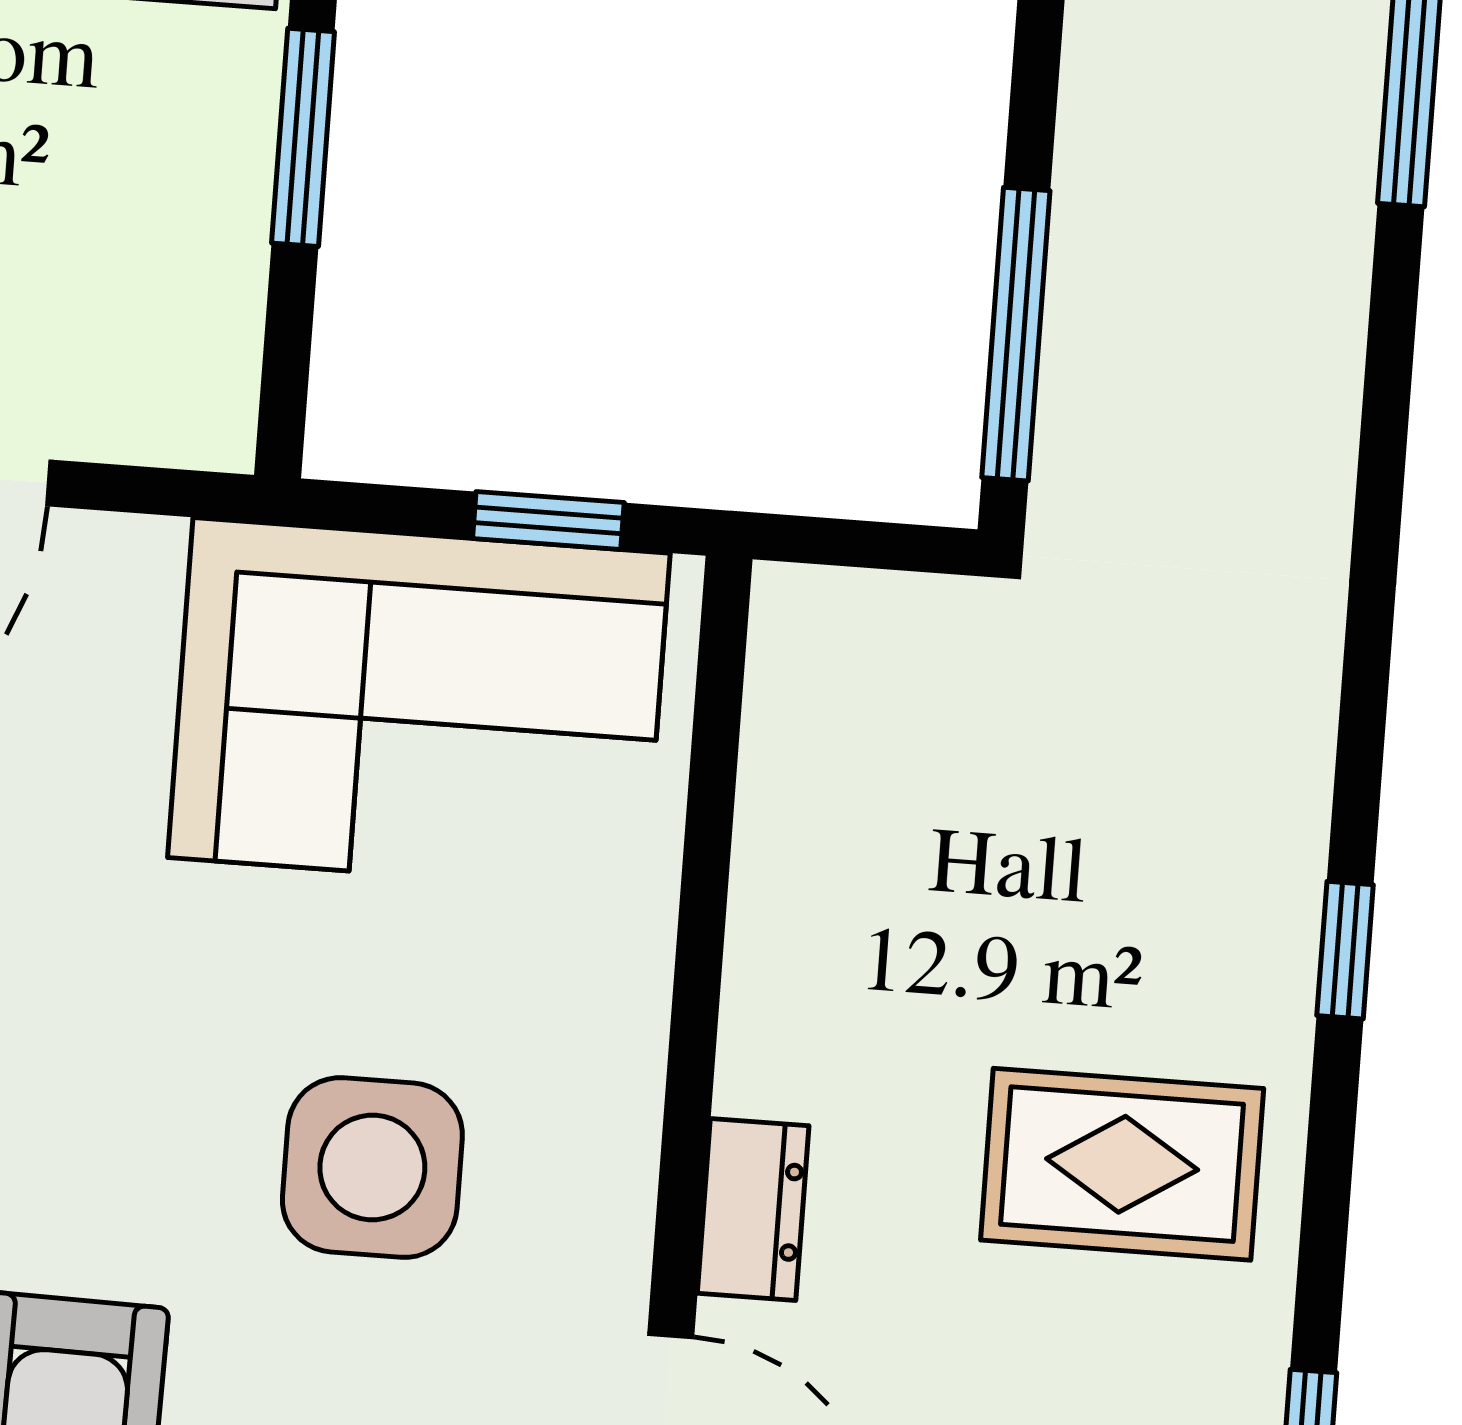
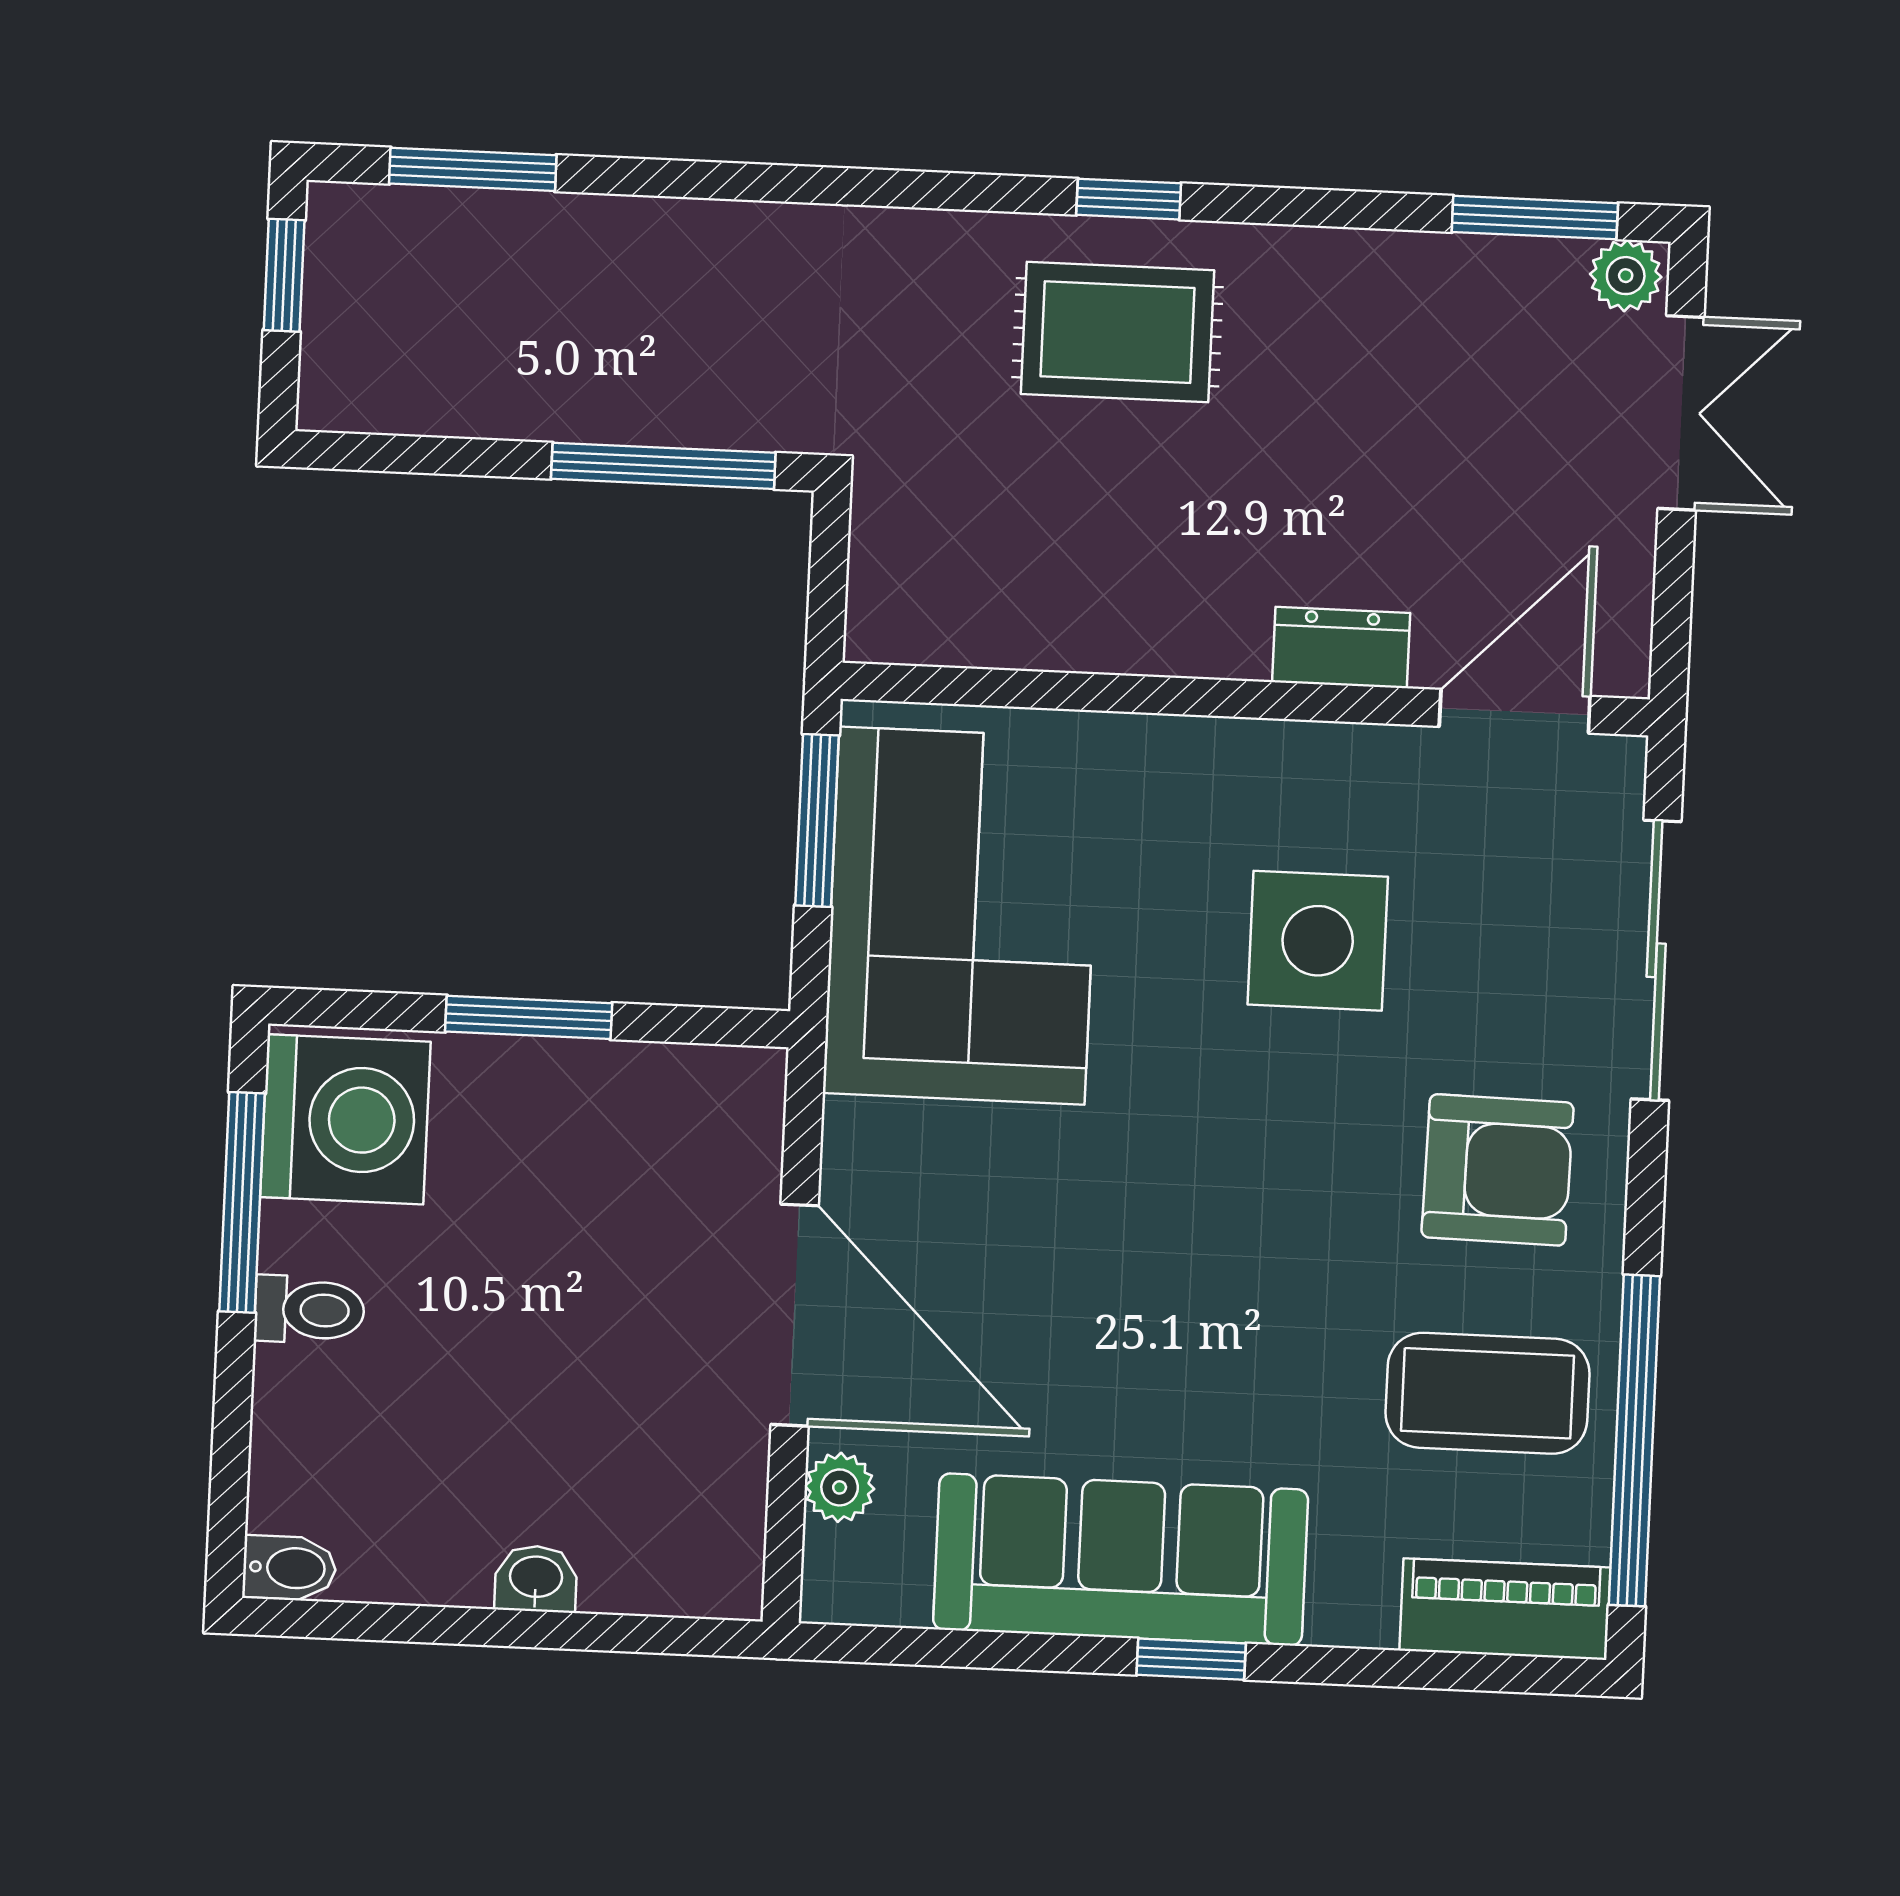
window: (548, 520) -> (817, 820), width x1.50
rug: (1122, 1164) -> (1117, 332), moved, turned 90

